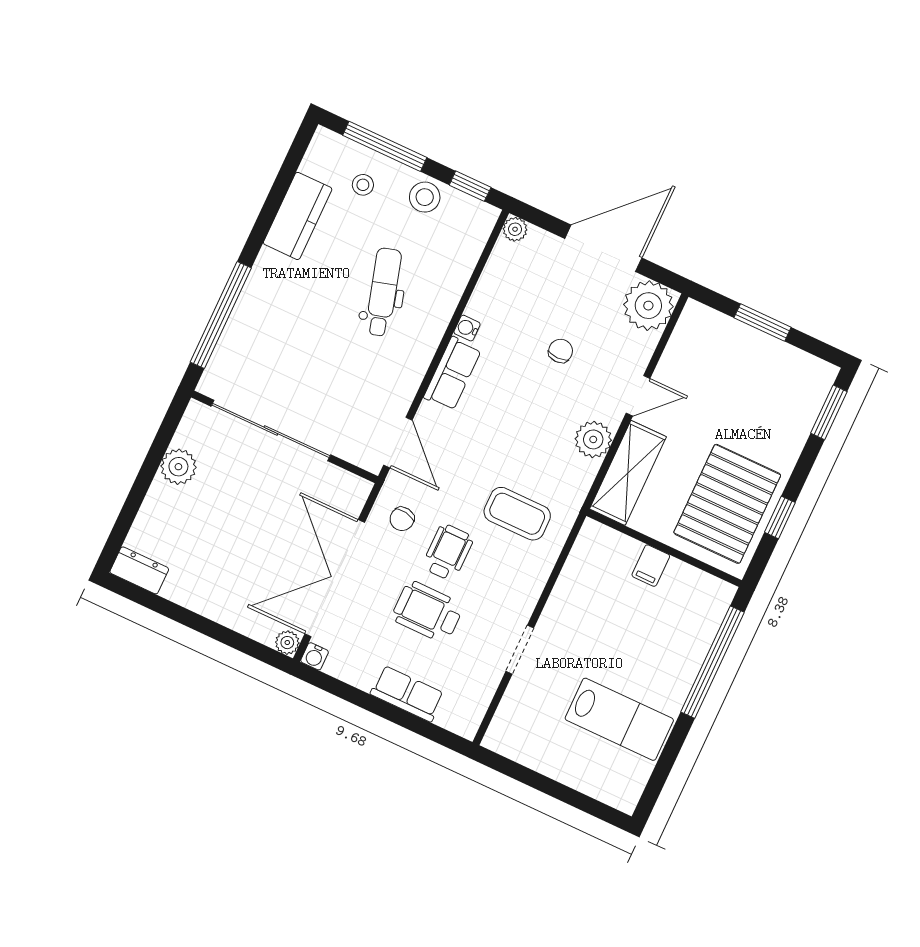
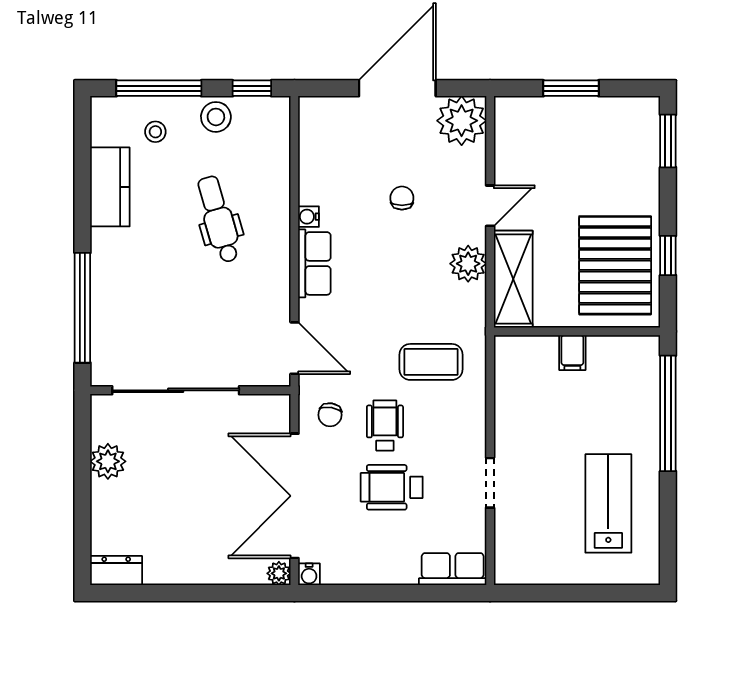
plant: (515, 229) -> (310, 108), removed
row of seats: (407, 694) -> (453, 569), moved
lab bench: (619, 719) -> (608, 503), turned -90

